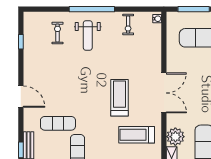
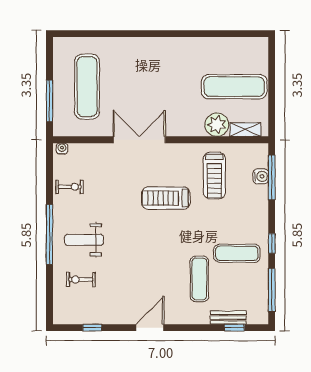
weight bench: (88, 35) -> (84, 240), turned 180
double door: (164, 93) -> (139, 140), moved
door: (21, 97) -> (150, 328), moved

